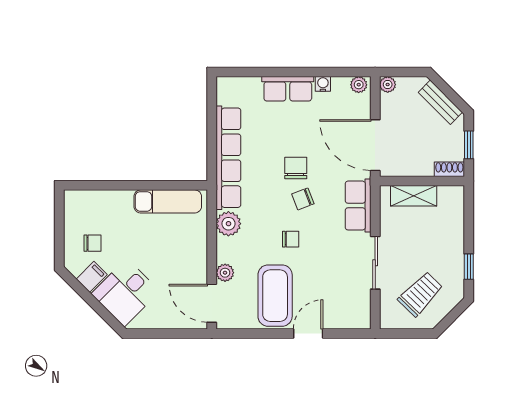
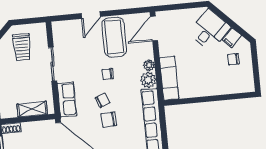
chair: (296, 168) -> (109, 120), turned 87
exam couch: (168, 201) -> (169, 78), moved, turned 90
plant: (225, 273) -> (149, 65), moved
trolley: (420, 294) -> (22, 47), turned -44
door: (212, 303) -> (154, 28), swing flipped

